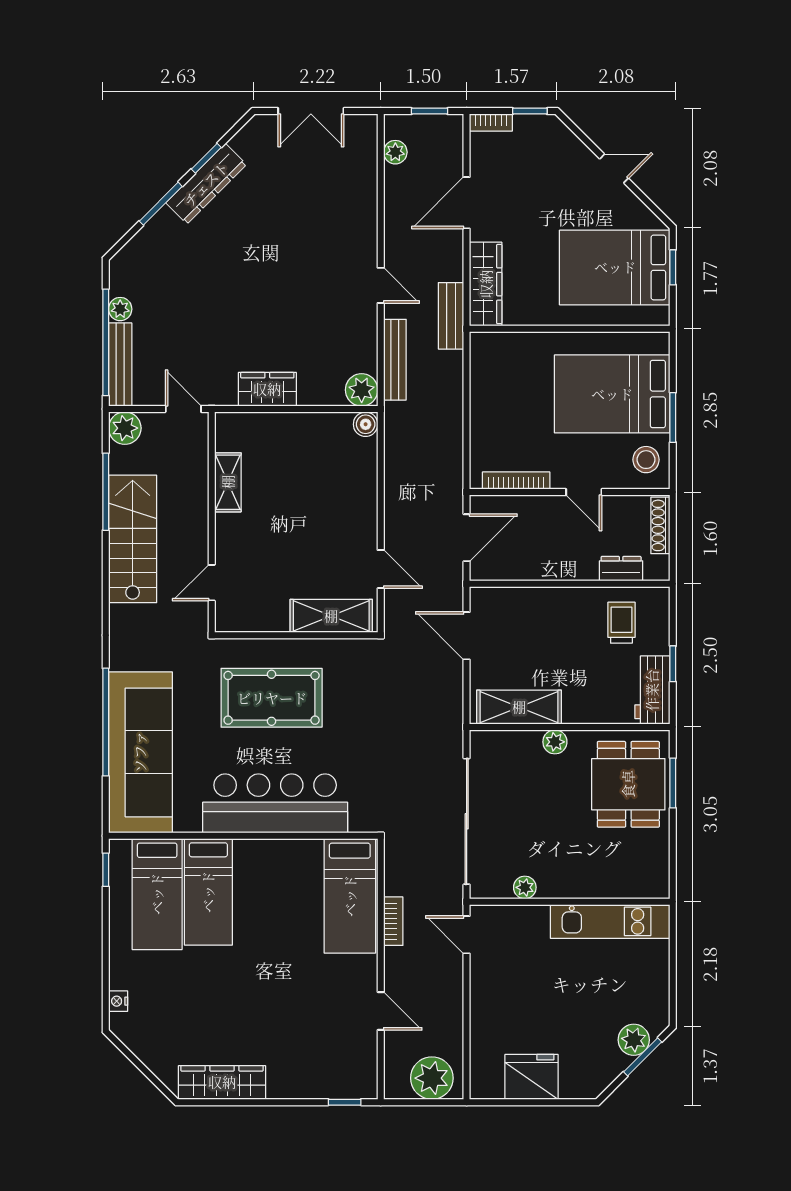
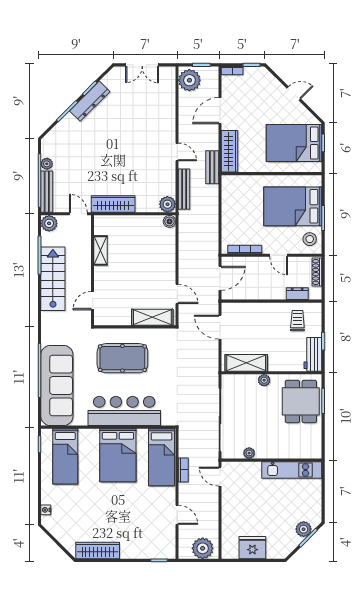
plant: (395, 152) -> (189, 80), width x1.87, depth x1.87
wardrobe: (267, 389) -> (113, 204), width x1.50
bed: (208, 892) -> (118, 455), moved, width x1.50

